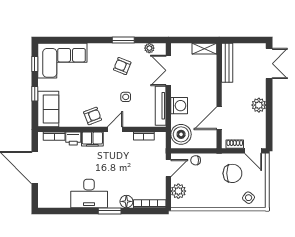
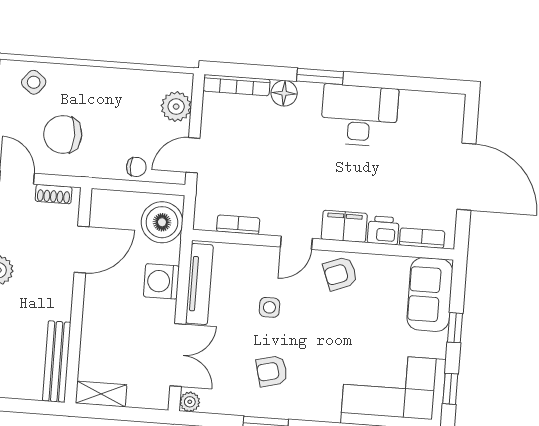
plant: (149, 48) -> (190, 402), moved
armchair: (122, 66) -> (272, 371), turned 144

